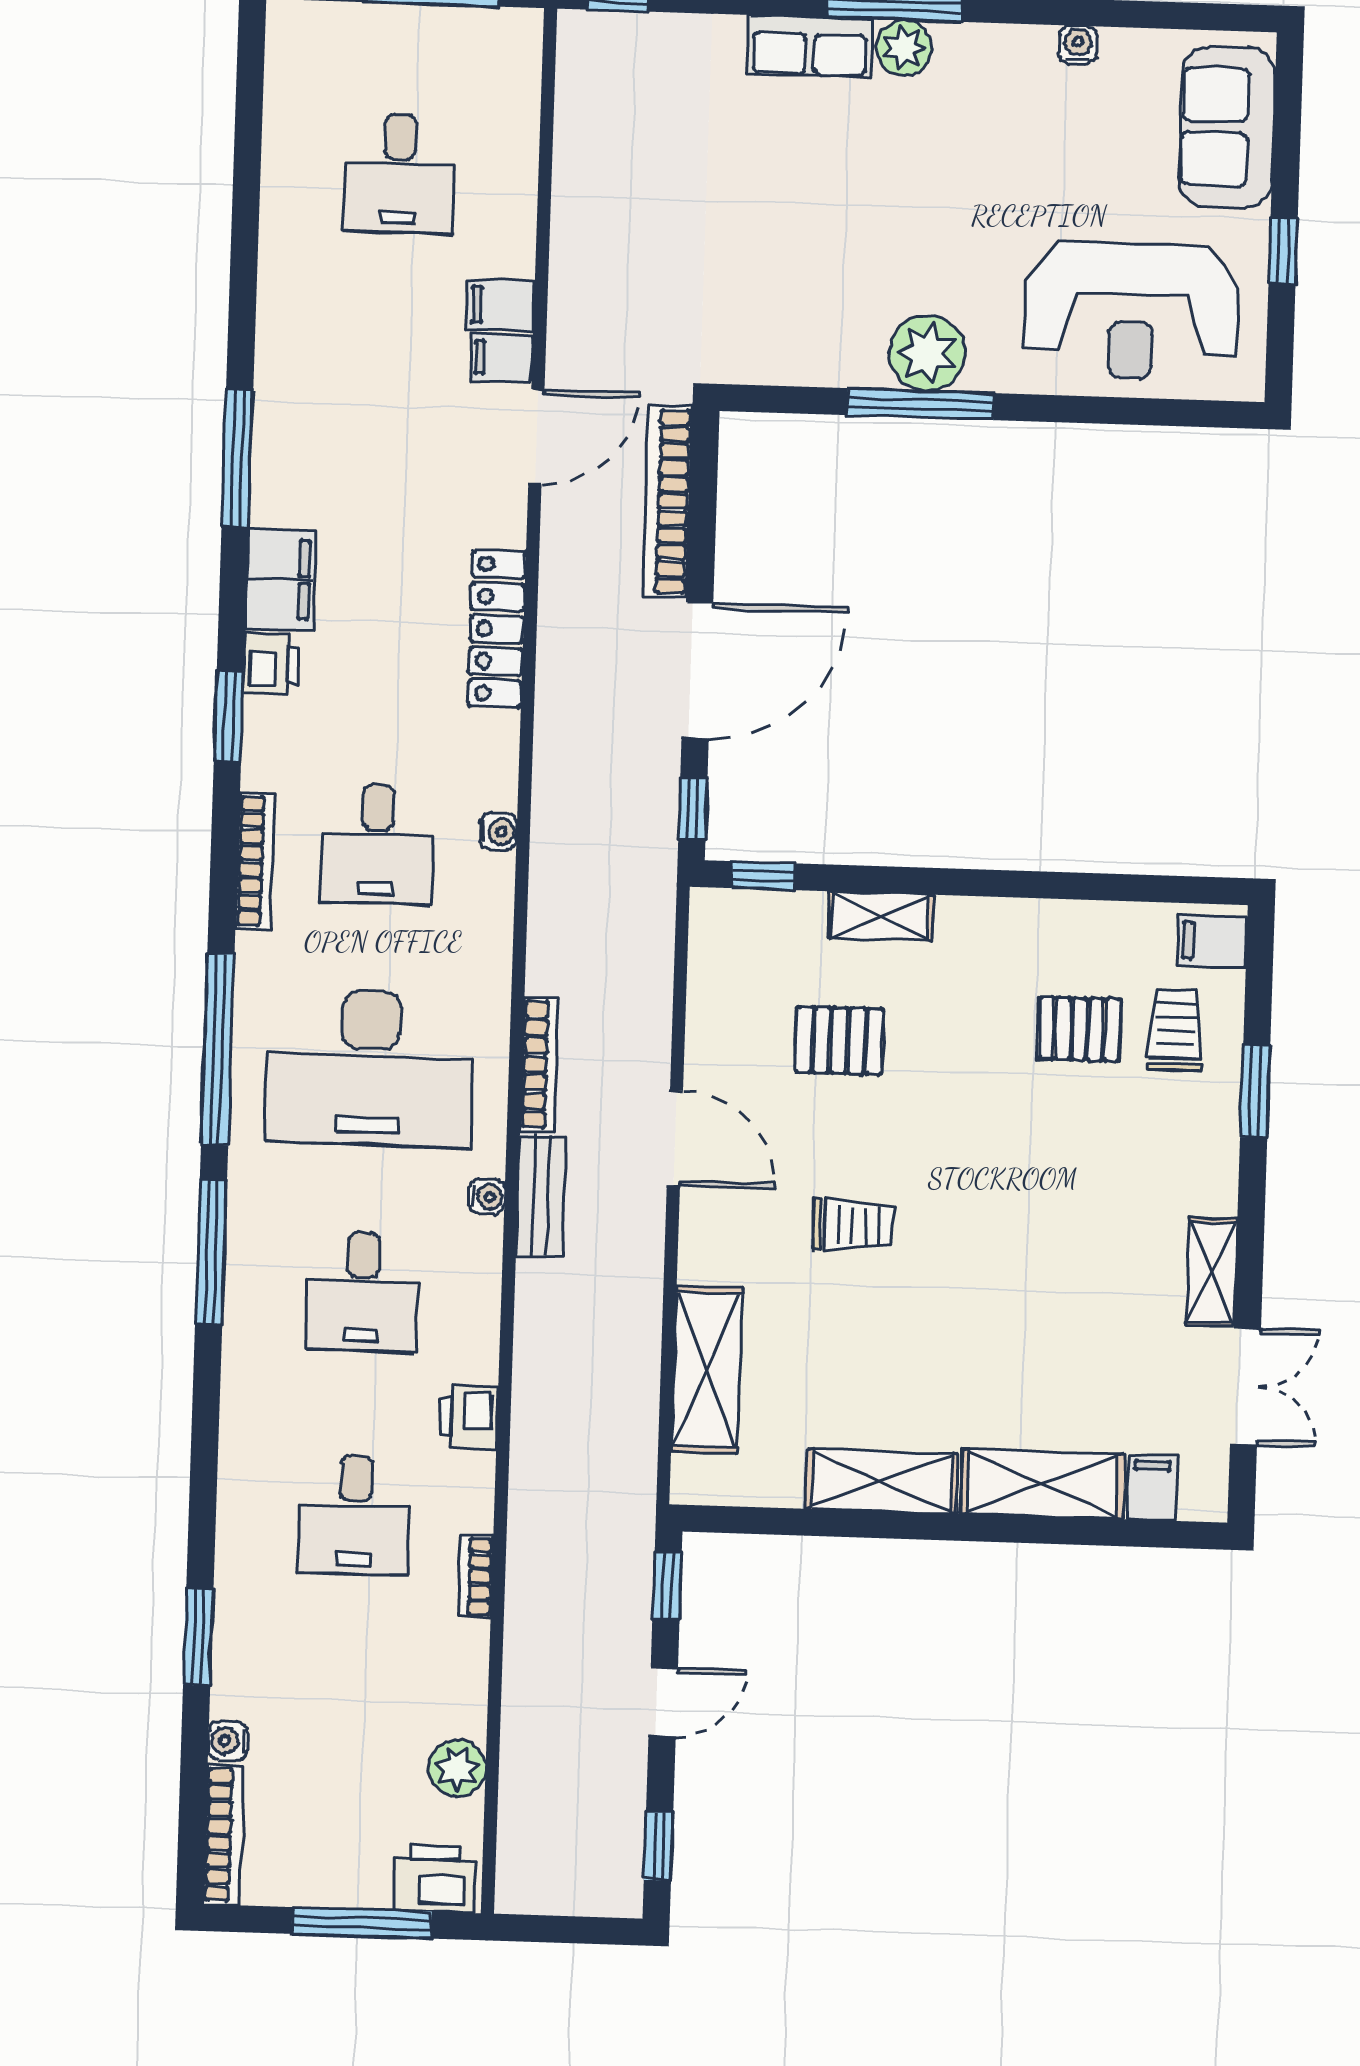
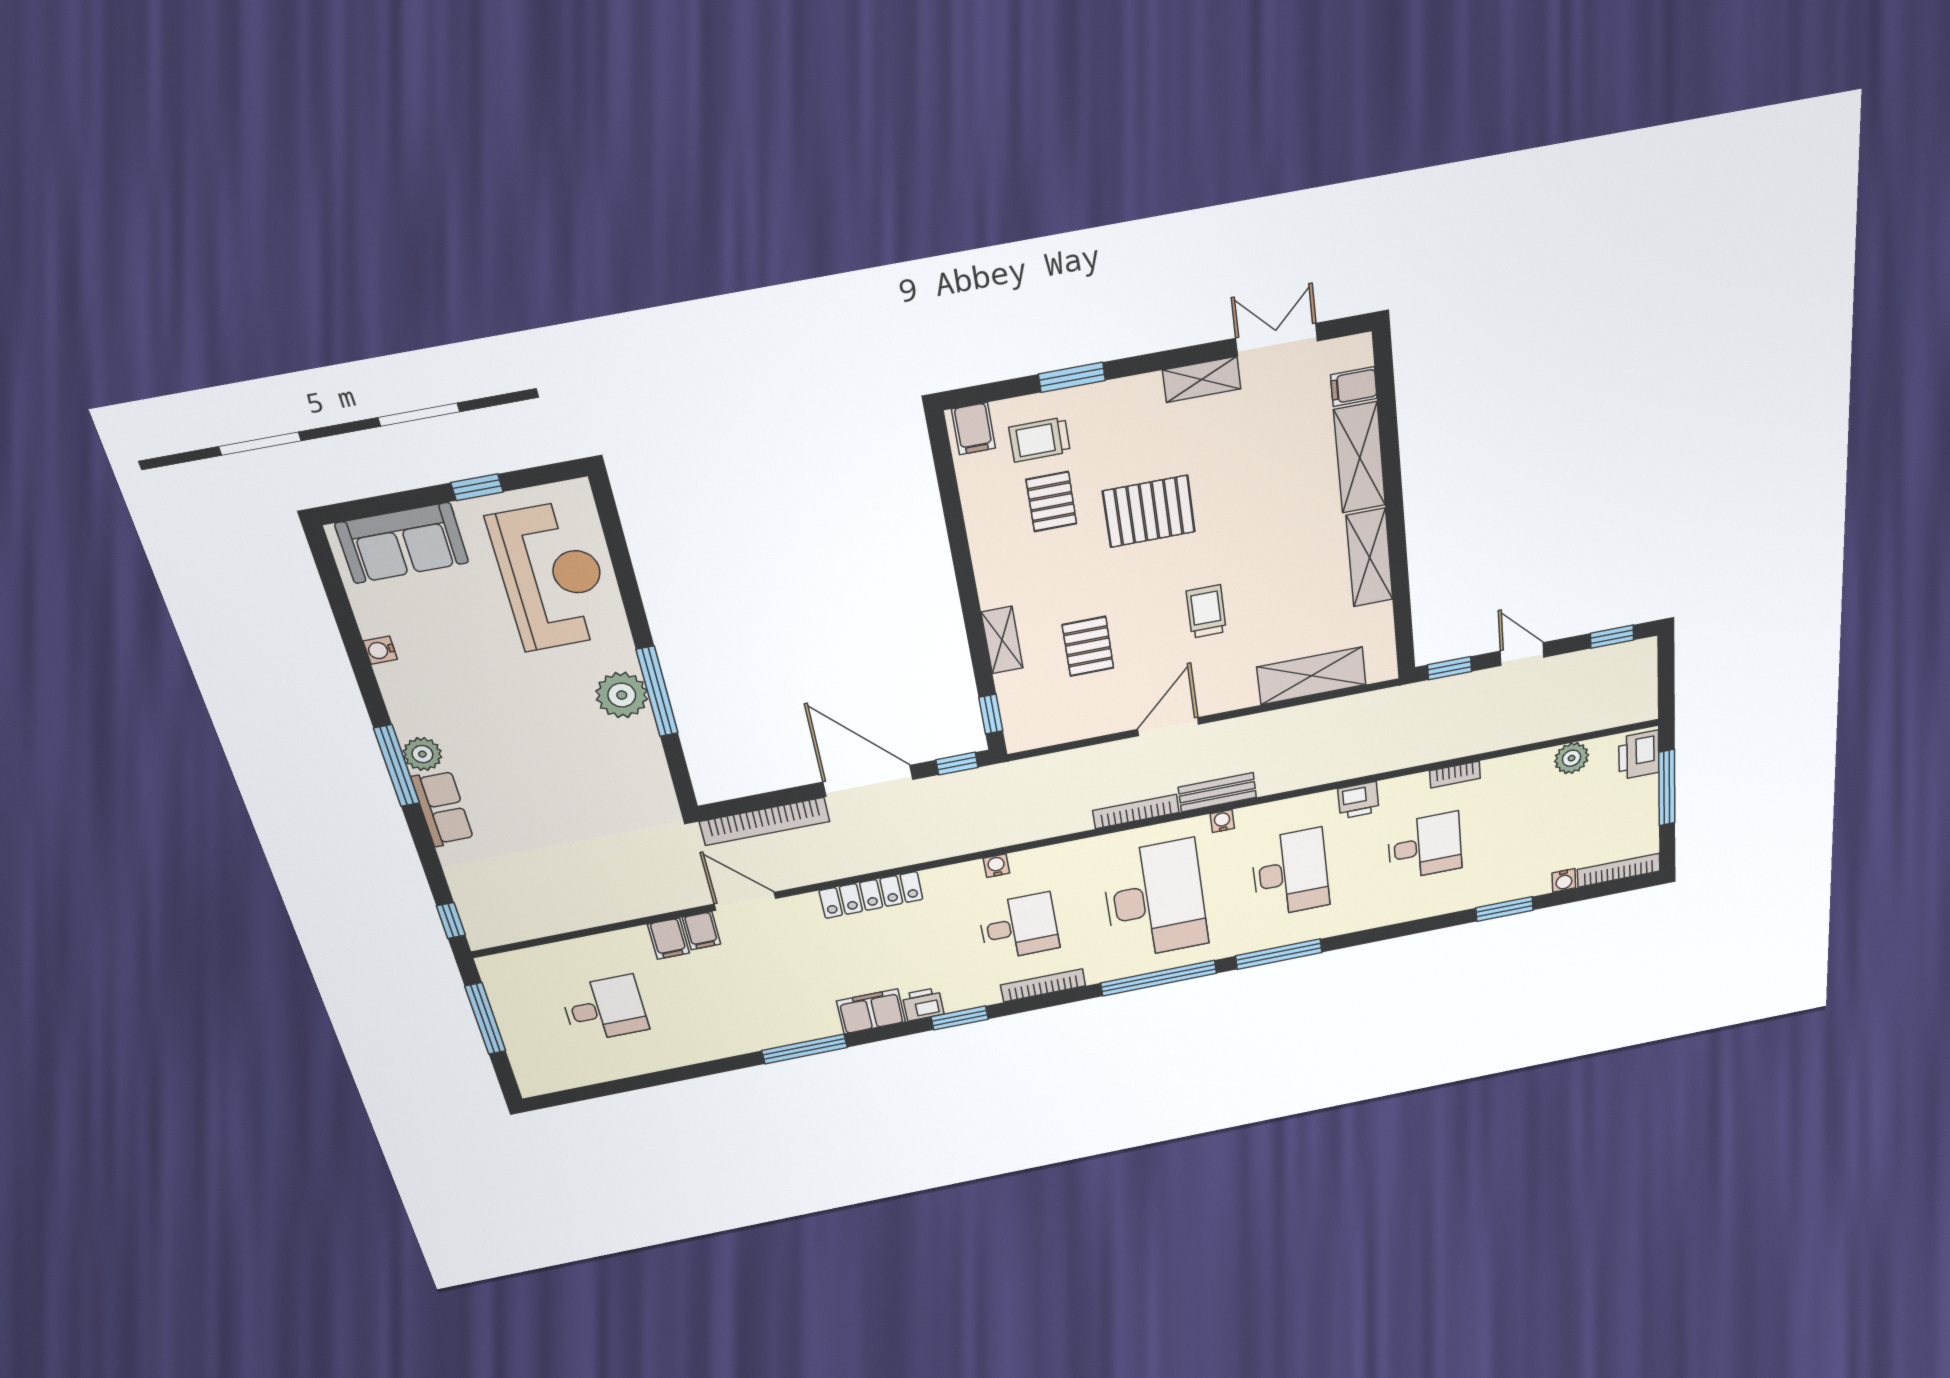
pallet: (1032, 1166) -> (1149, 511), added
desk: (362, 1292) -> (1290, 873), width x1.37

